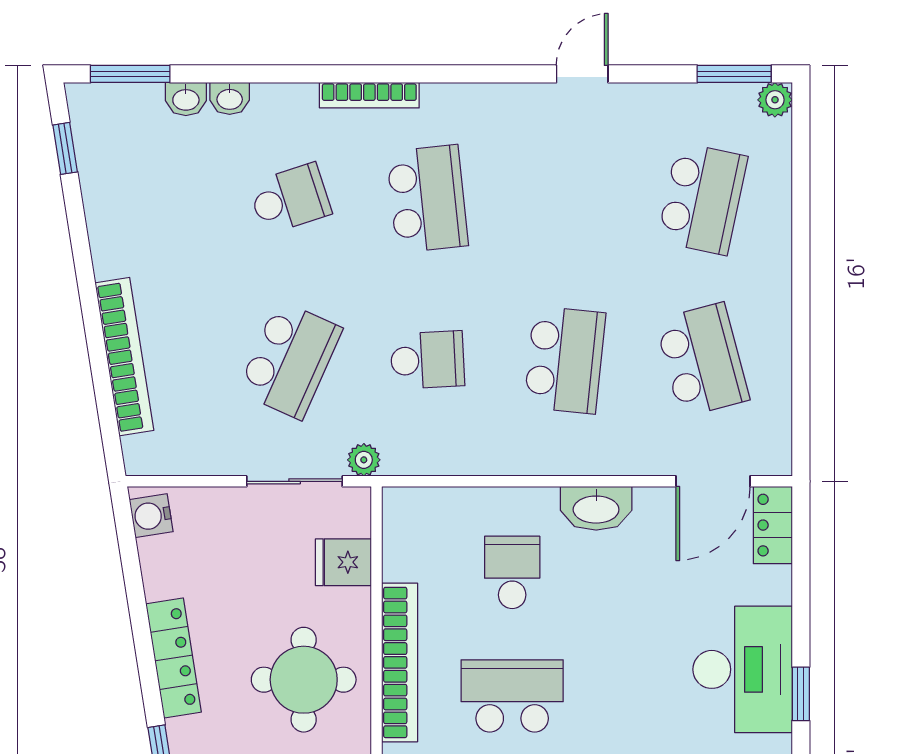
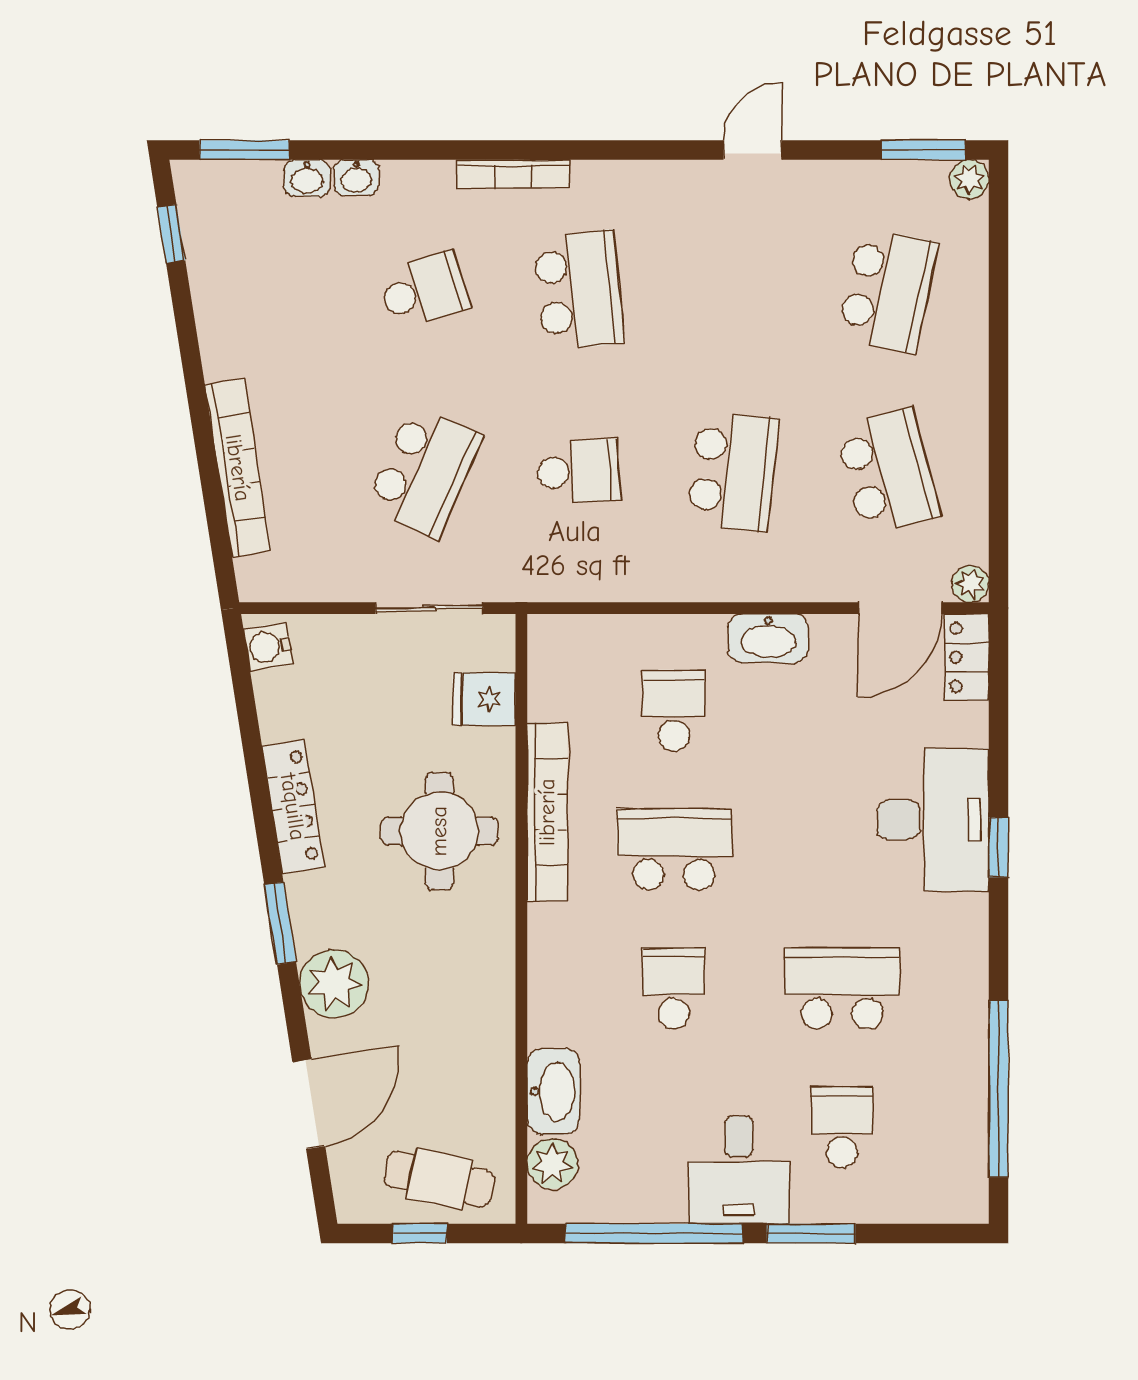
plant: (364, 460) -> (971, 584), moved

